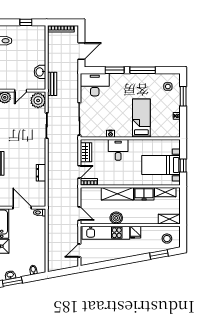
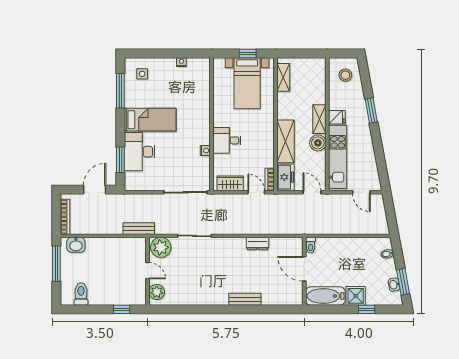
window: (26, 22) -> (56, 264), width x2.17
door: (81, 51) -> (95, 190), hinge flipped
window: (115, 70) -> (120, 160), moved
window: (143, 70) -> (120, 91), moved
washbasin: (40, 72) -> (76, 245), moved
desk: (95, 85) -> (140, 152), moved
window: (183, 96) -> (155, 53), removed
bed: (141, 118) -> (150, 120), moved, turned 180
freezer: (144, 194) -> (285, 177), moved
door: (22, 208) -> (304, 269), hinge flipped
door: (79, 214) -> (312, 192), hinge flipped
shelving: (169, 219) -> (319, 119), moved
window: (159, 254) -> (371, 110), moved

